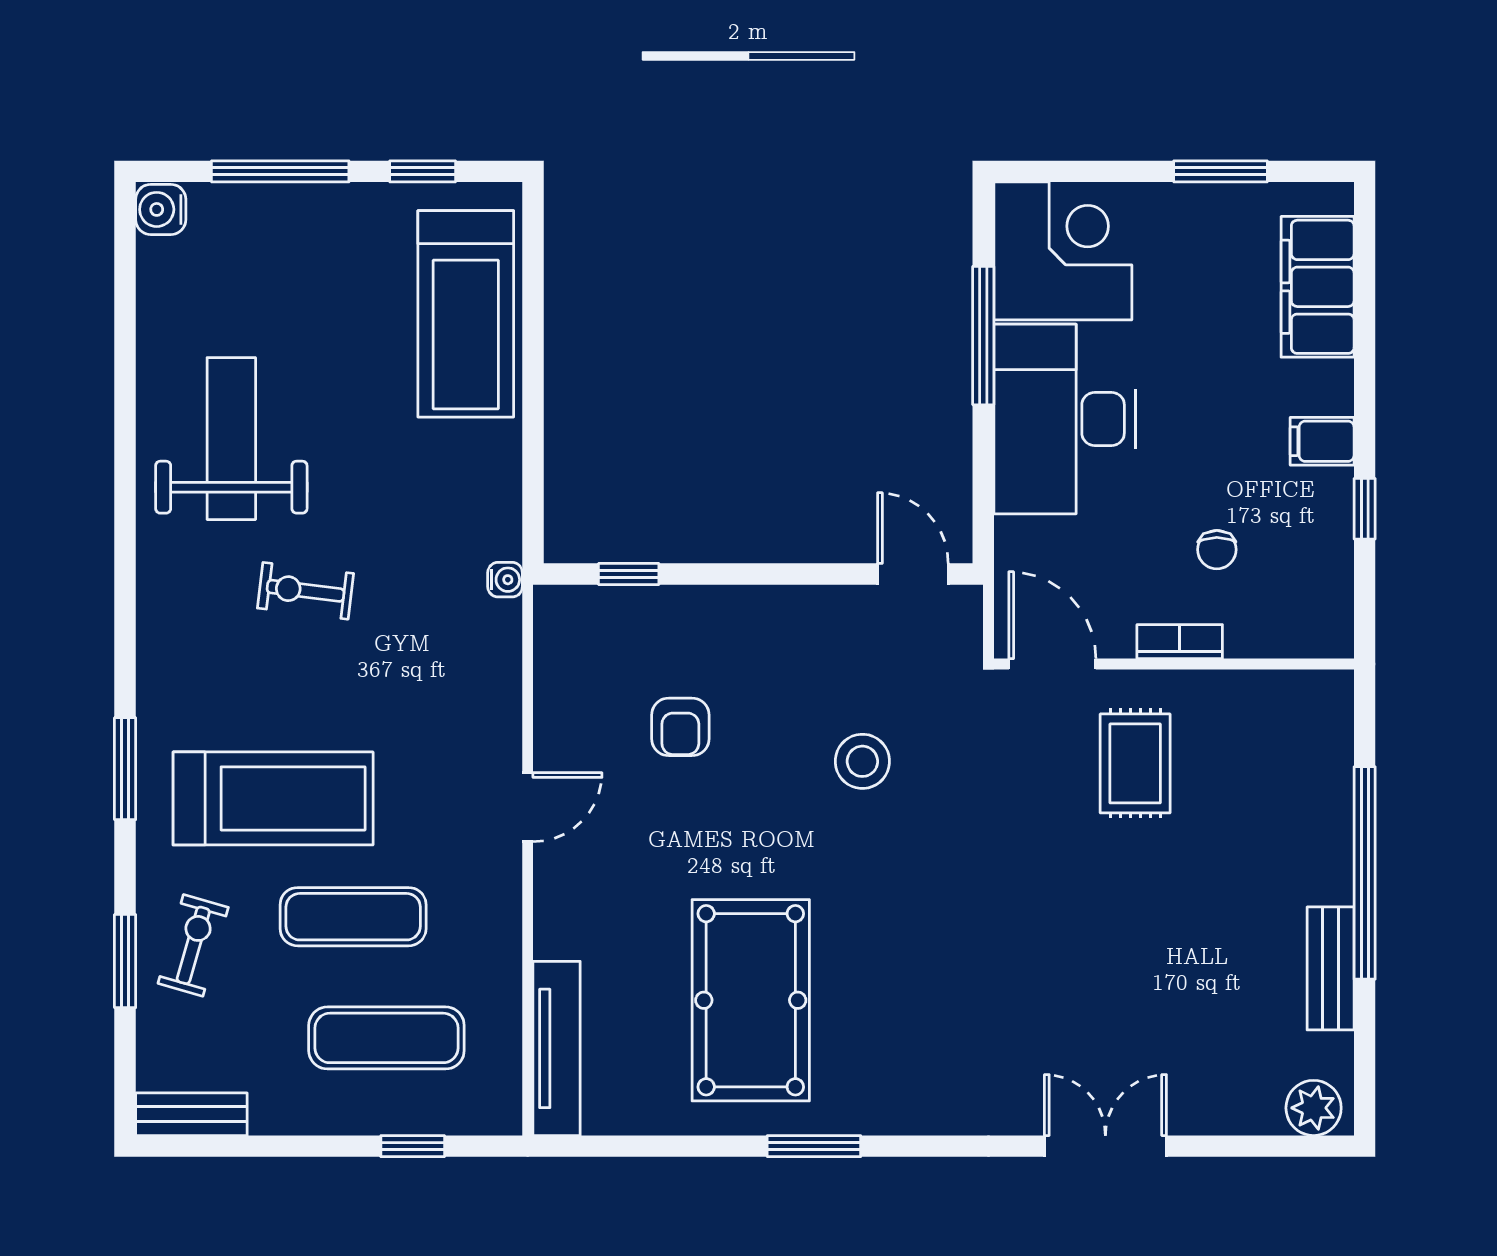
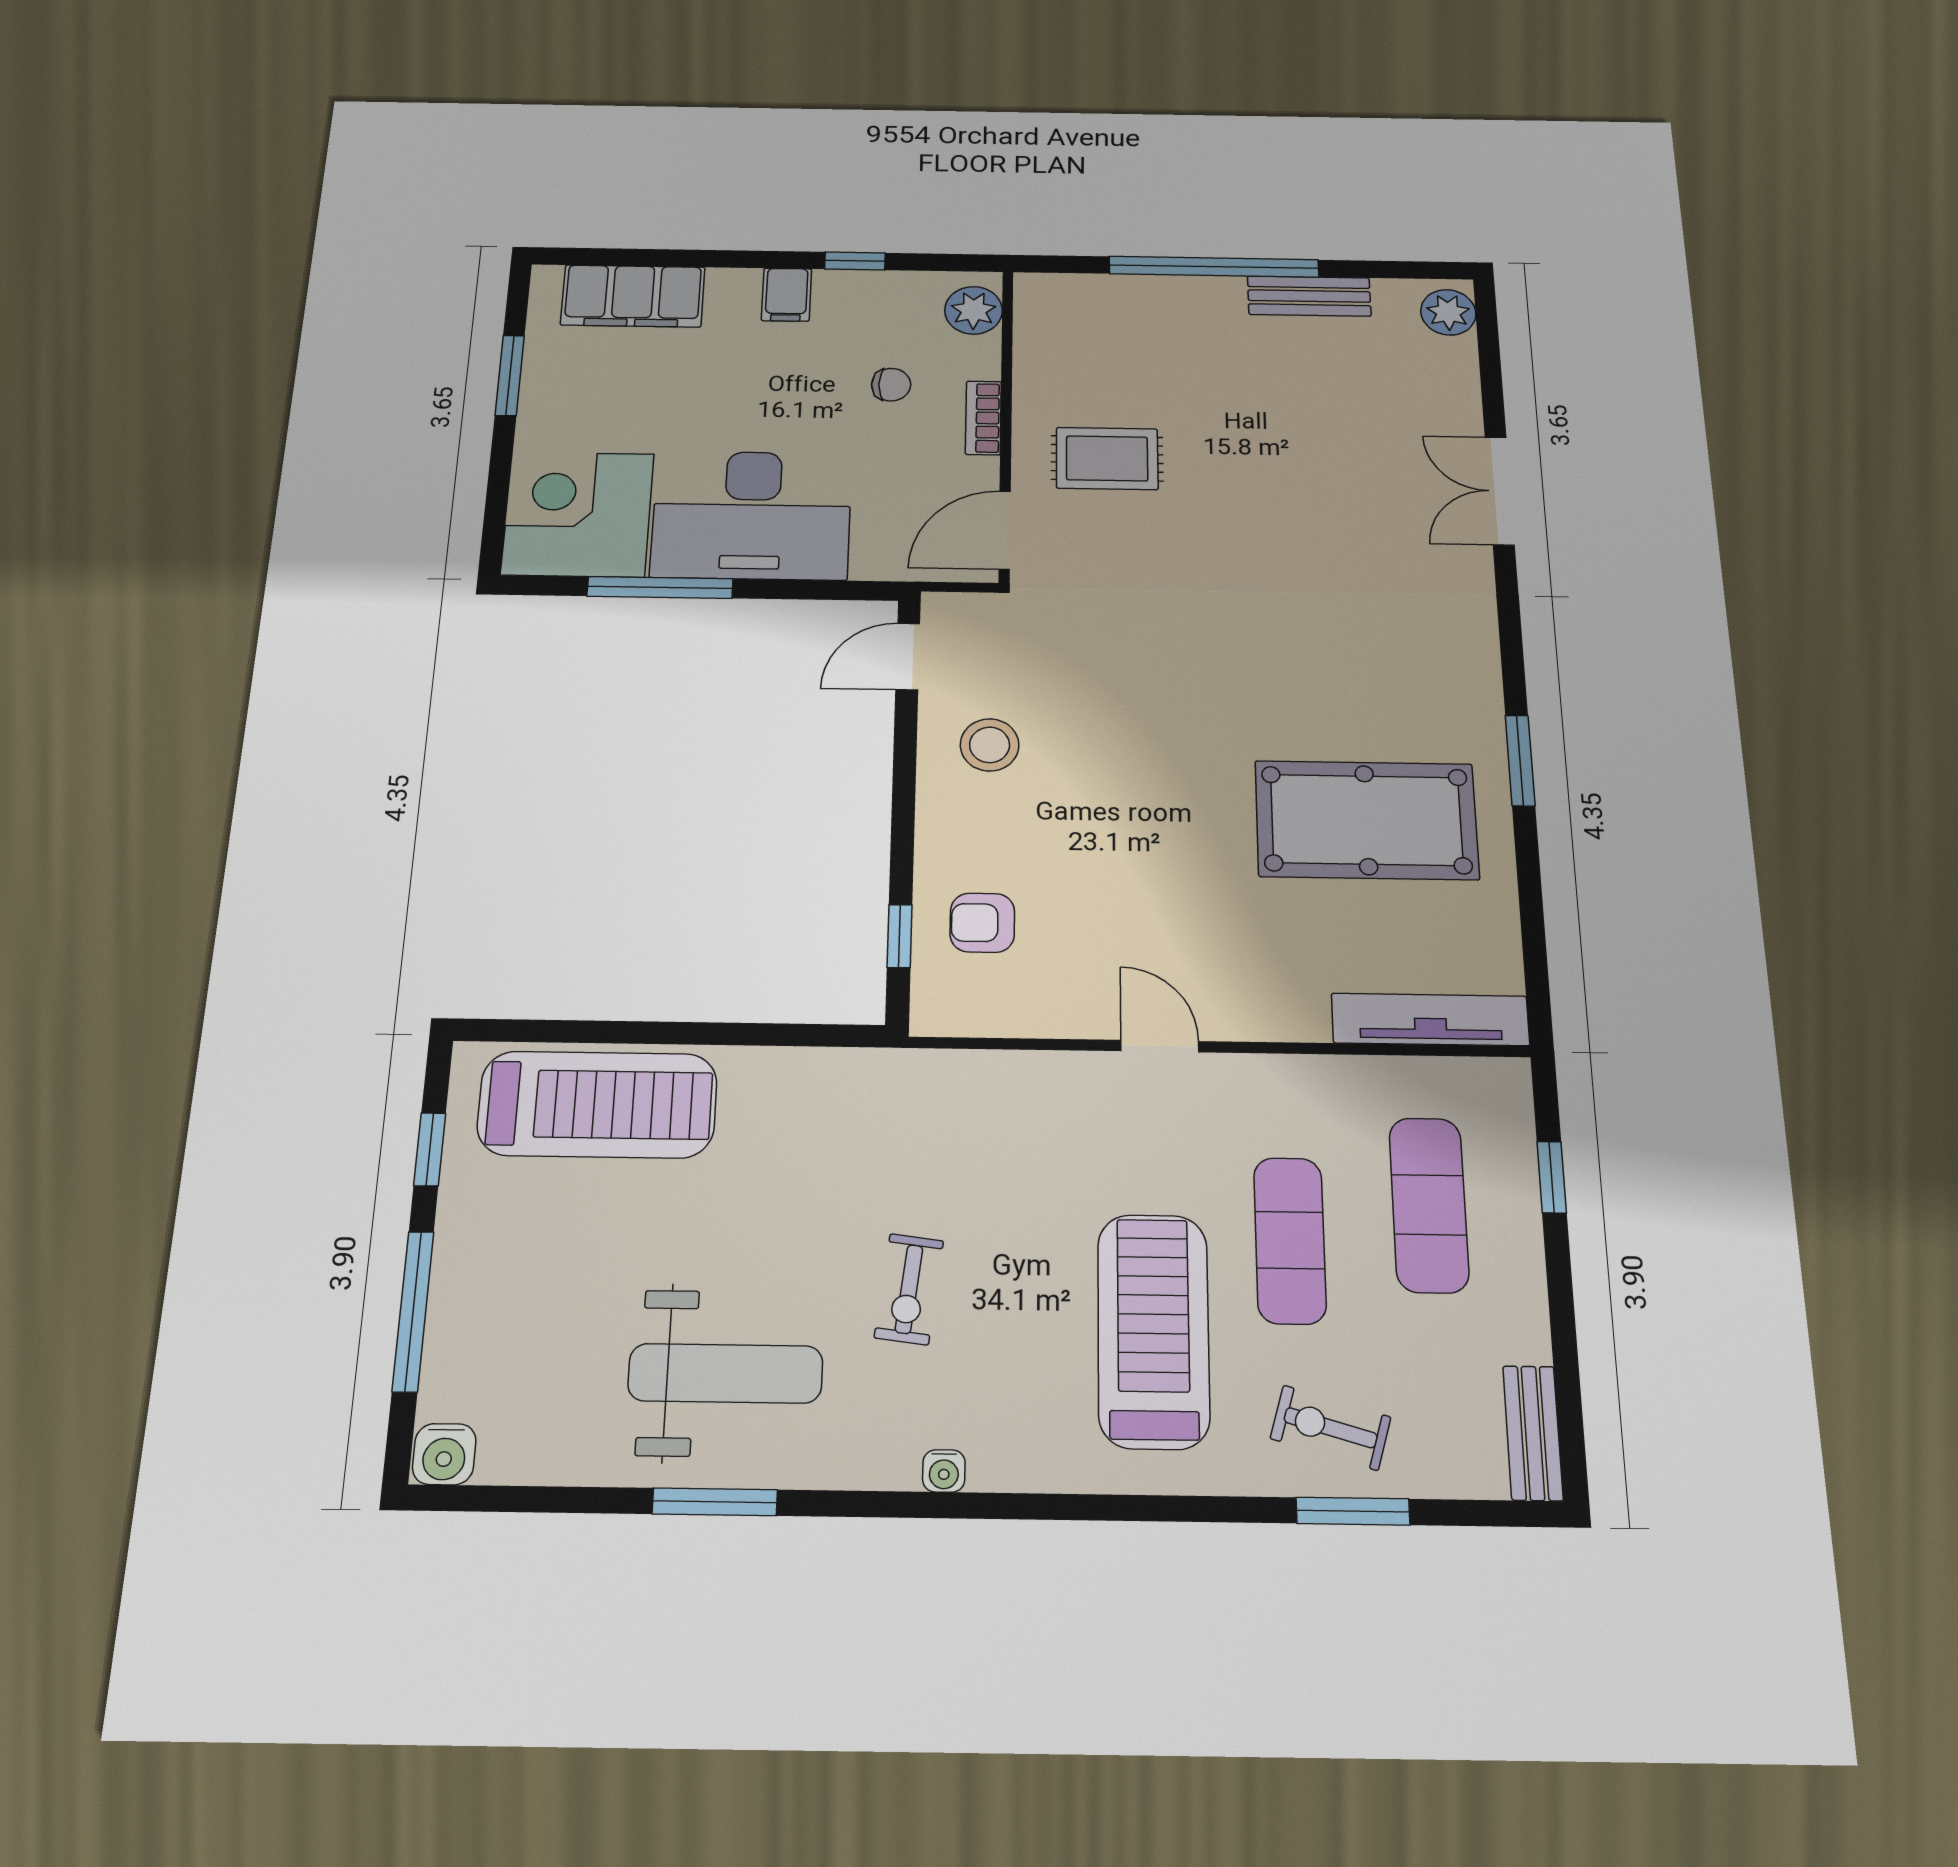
weight bench: (231, 439) -> (725, 1373), turned 180
water cooler: (505, 580) -> (944, 1471), moved, turned 180
plant: (1307, 630) -> (974, 310), added
armchair: (680, 727) -> (982, 923), moved, turned 180
stool: (862, 761) -> (990, 745), moved
window: (125, 769) -> (715, 1502), moved

